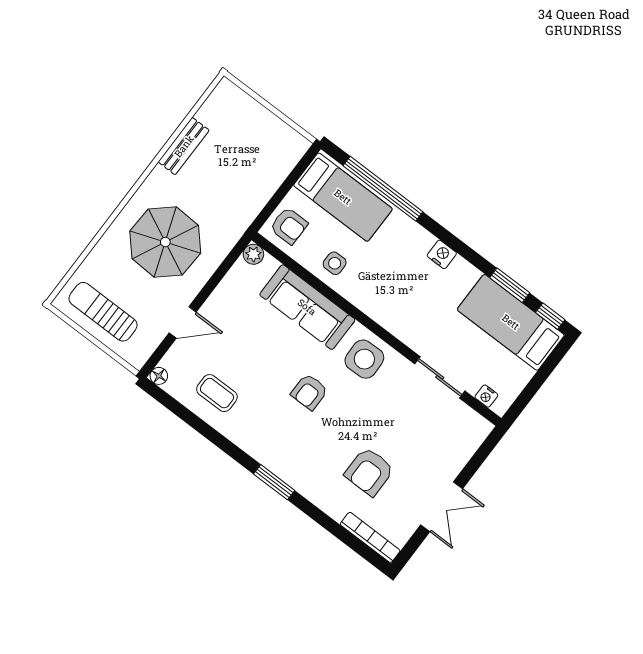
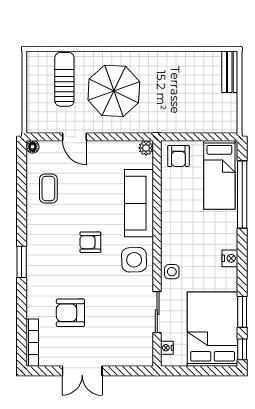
bench: (184, 146) -> (230, 72), moved, turned 90
side table: (335, 263) -> (172, 272), moved
sun lounger: (103, 312) -> (64, 79), moved
bed: (511, 322) -> (213, 329), width x1.50

